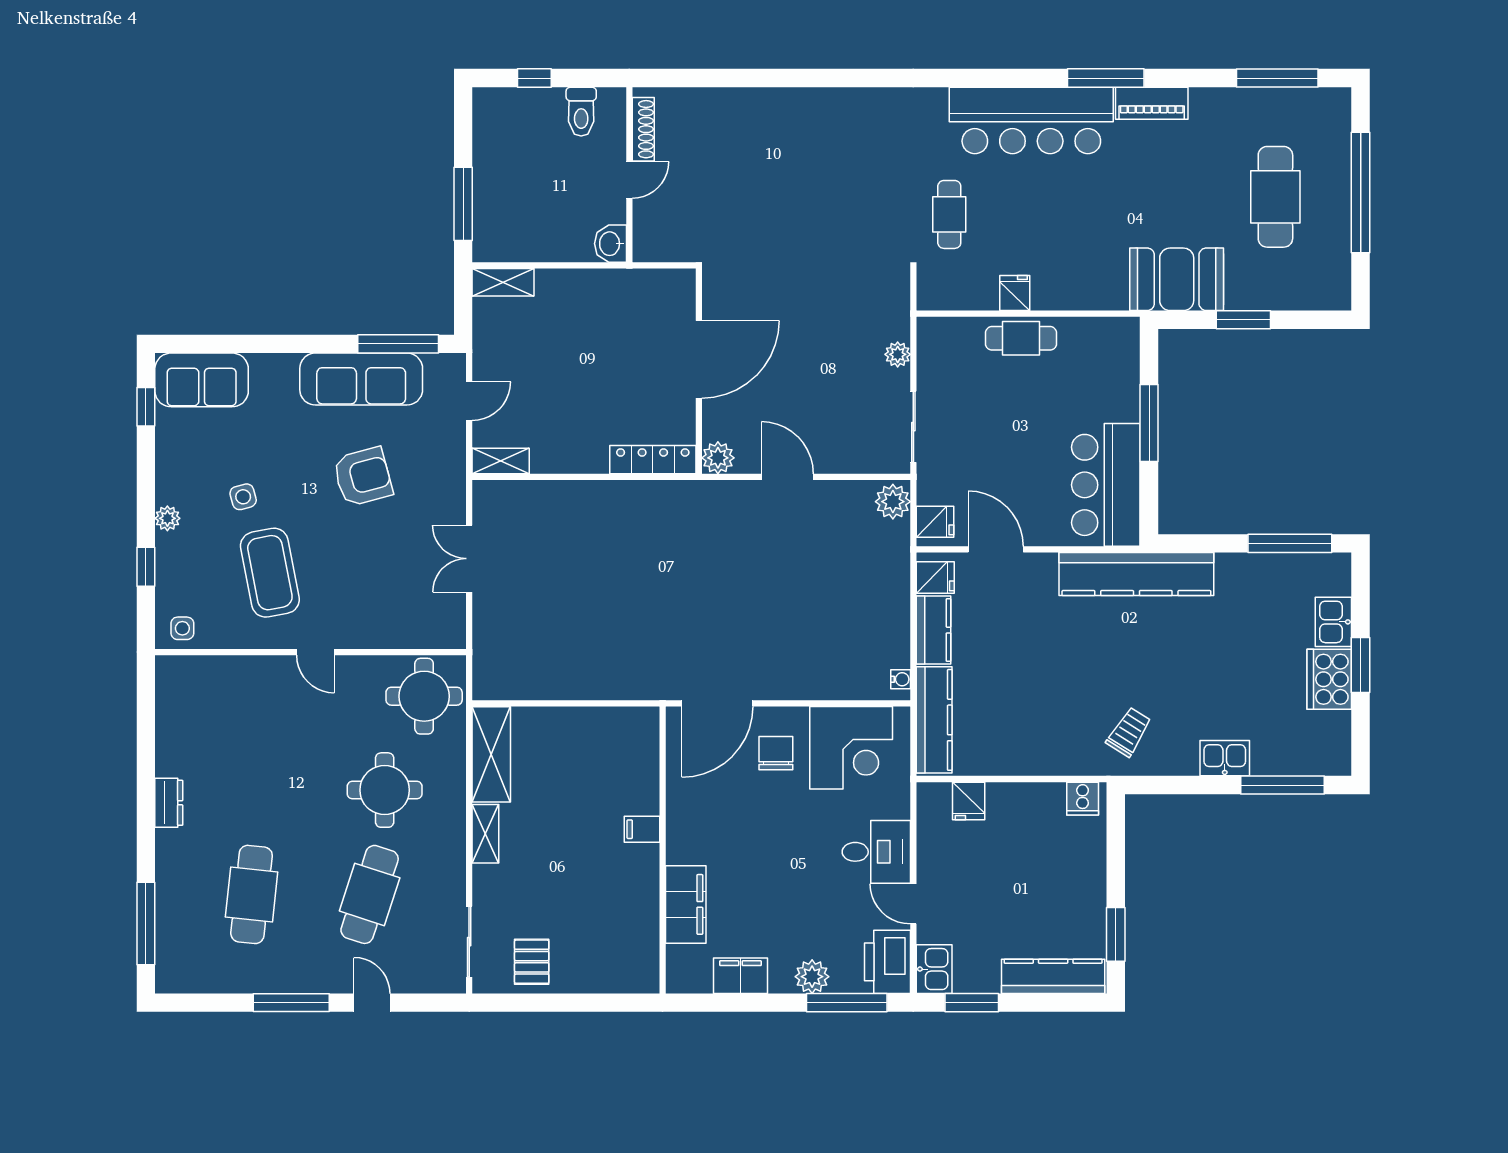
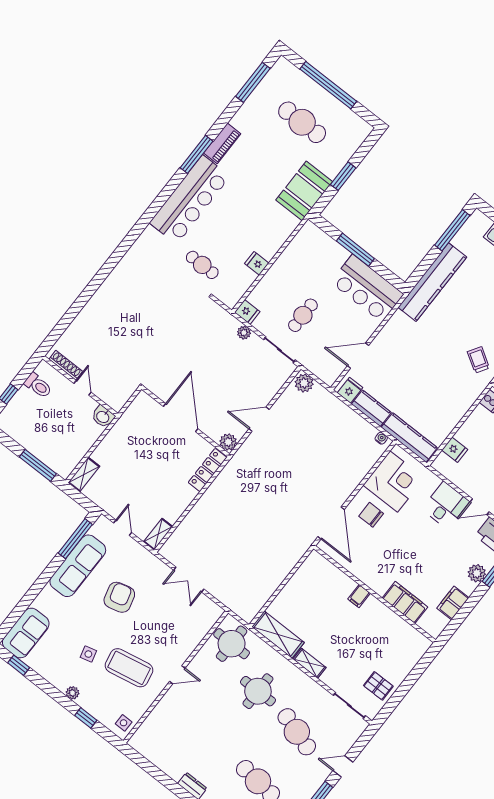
cafe table: (1021, 338) -> (303, 315), moved
fridge: (935, 522) -> (247, 312), moved, turned 90
kitchen counter: (1136, 574) -> (432, 282), moved

